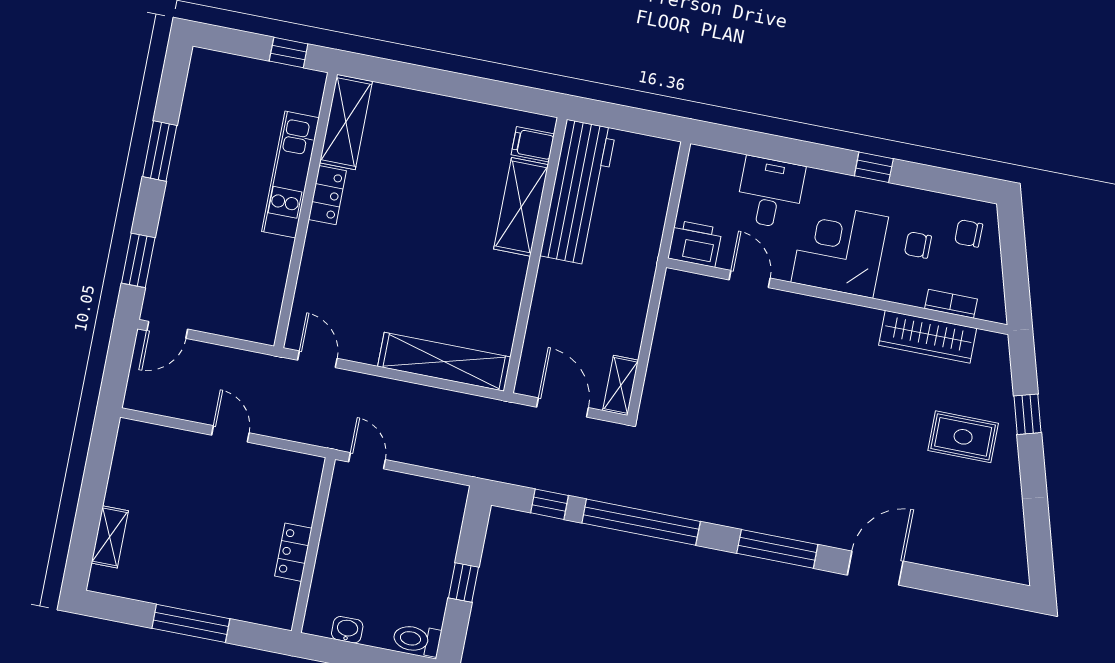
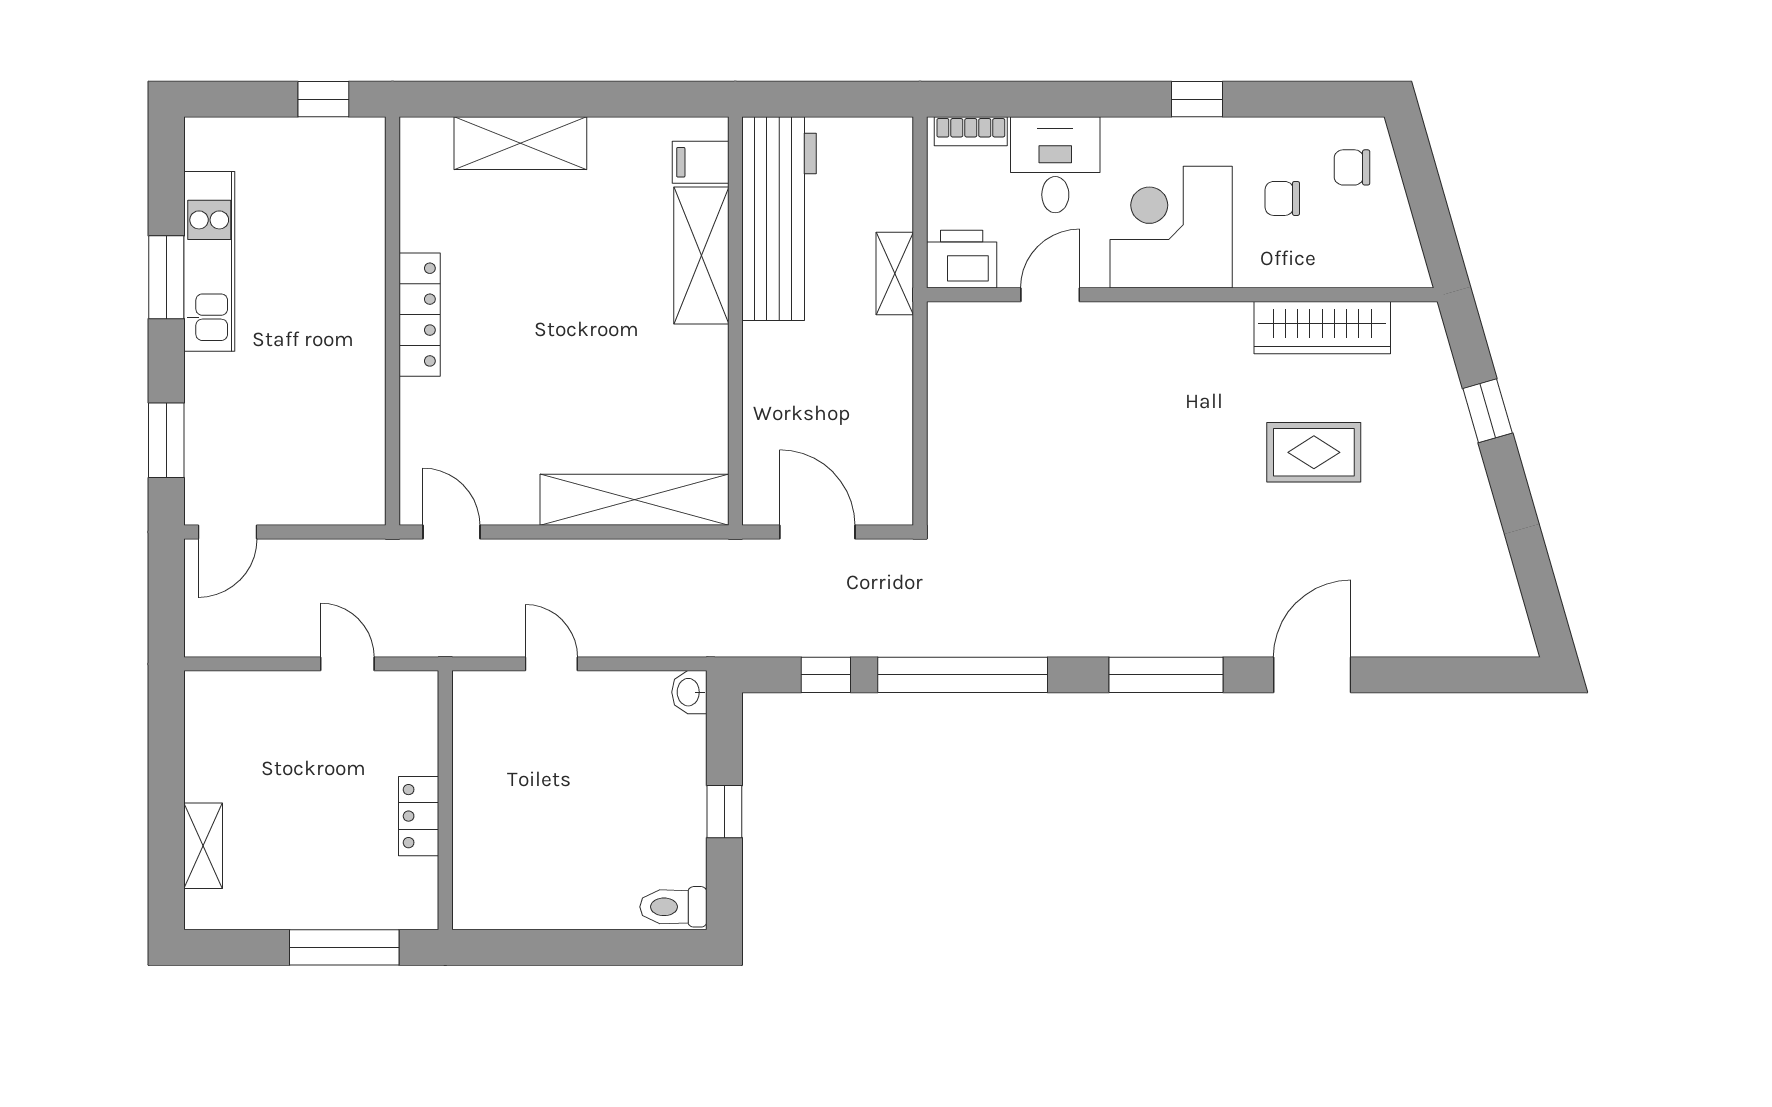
shelving: (346, 122) -> (520, 143), moved, turned 90
kitchen unit: (290, 175) -> (209, 261), moved, turned 180
locker: (327, 195) -> (420, 315), width x1.53
door: (750, 279) -> (1050, 295), hinge flipped
bookcase: (951, 304) -> (971, 131), moved, turned 180
shelving: (621, 385) -> (895, 273), moved
rug: (963, 437) -> (1314, 452), moved
wall: (313, 545) -> (445, 800), moved
locker: (293, 552) -> (419, 816), moved
washbasin: (347, 630) -> (689, 692), moved, turned -90

